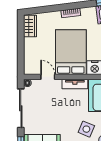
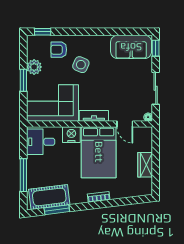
wardrobe: (30, 26) -> (145, 165), moved
sliding door: (21, 108) -> (156, 88), width x0.73

